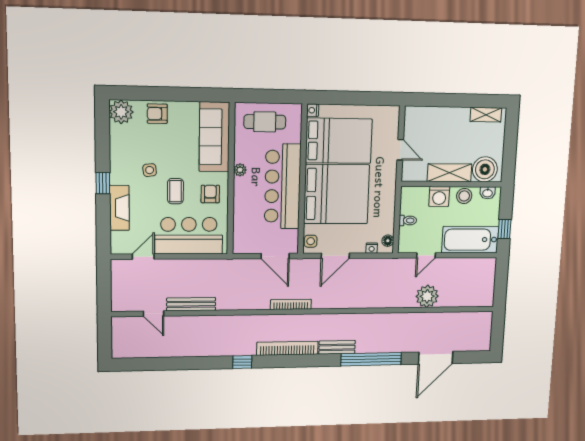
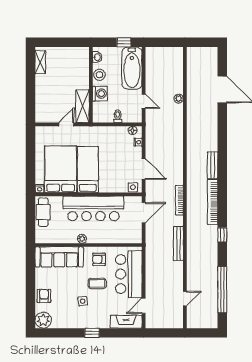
armchair: (157, 114) -> (44, 296), turned 180
cafe table: (265, 122) -> (43, 212), moved
boiler: (485, 169) -> (80, 60), removed
shelving: (449, 173) -> (83, 106), moved
bed: (337, 194) -> (88, 170), width x0.49
fireplace: (119, 208) -> (126, 322), moved
door: (143, 257) -> (144, 306), hinge flipped
plant: (427, 296) -> (179, 99), width x0.53, depth x0.53
bench: (191, 304) -> (178, 243), moved
window: (371, 359) -> (222, 290), moved

